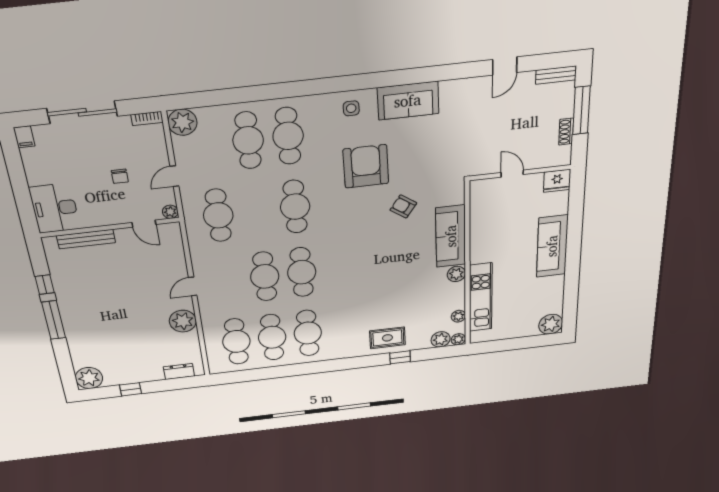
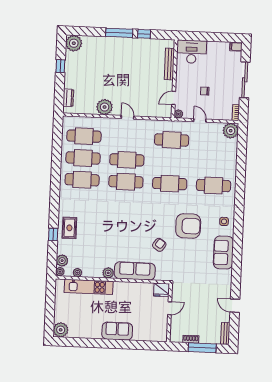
cafe table: (248, 140) -> (214, 164), removed
fridge: (557, 181) -> (162, 290), moved, turned -90
sofa: (552, 246) -> (117, 331), width x0.73

